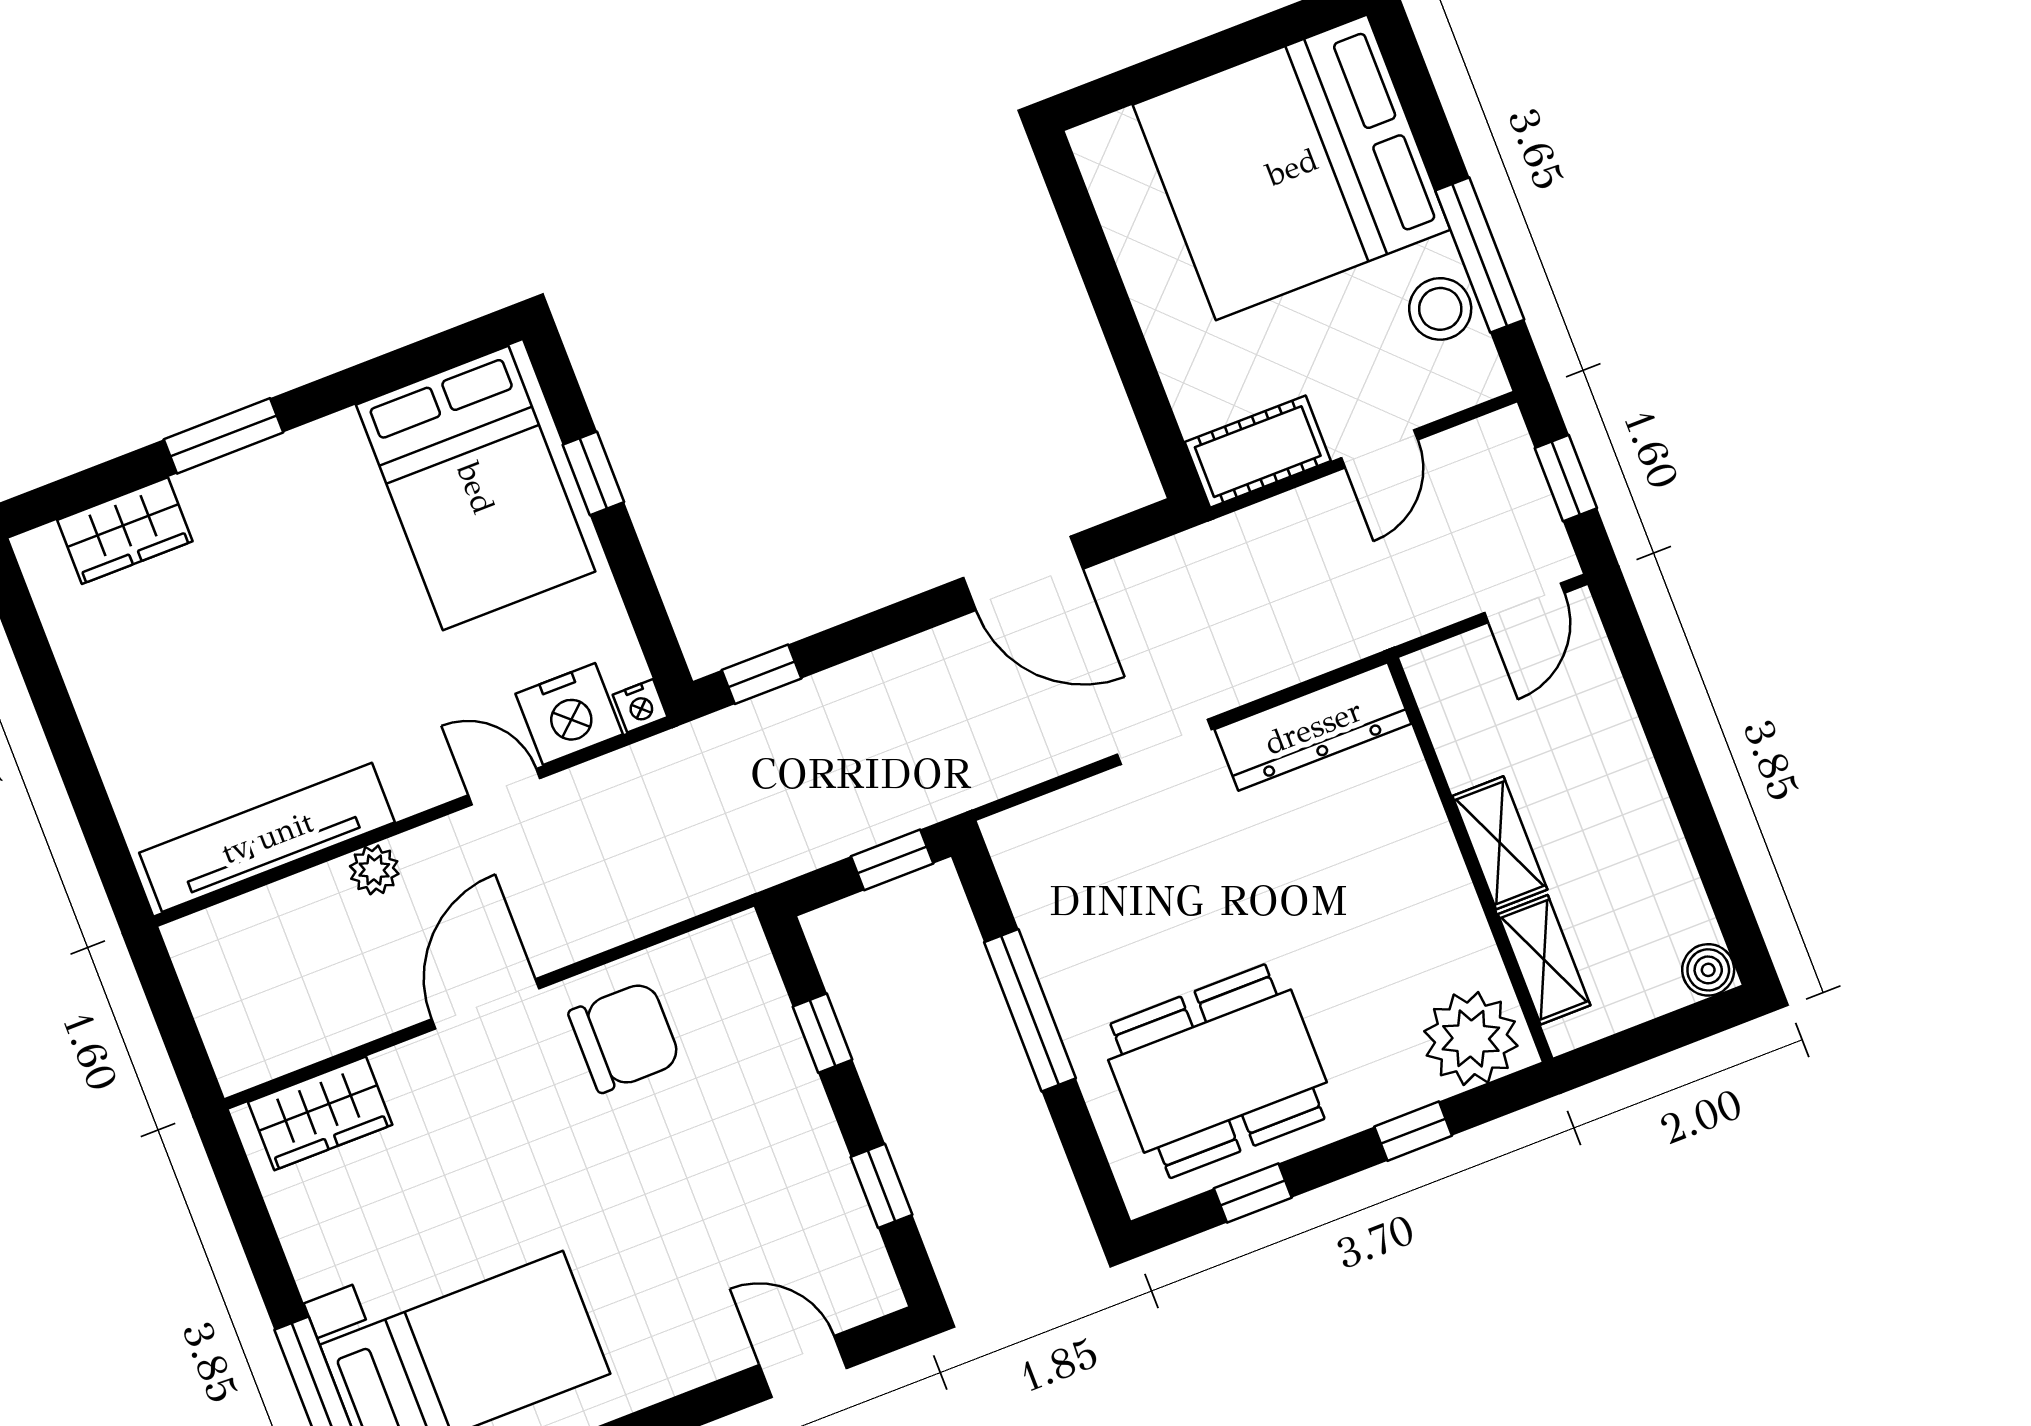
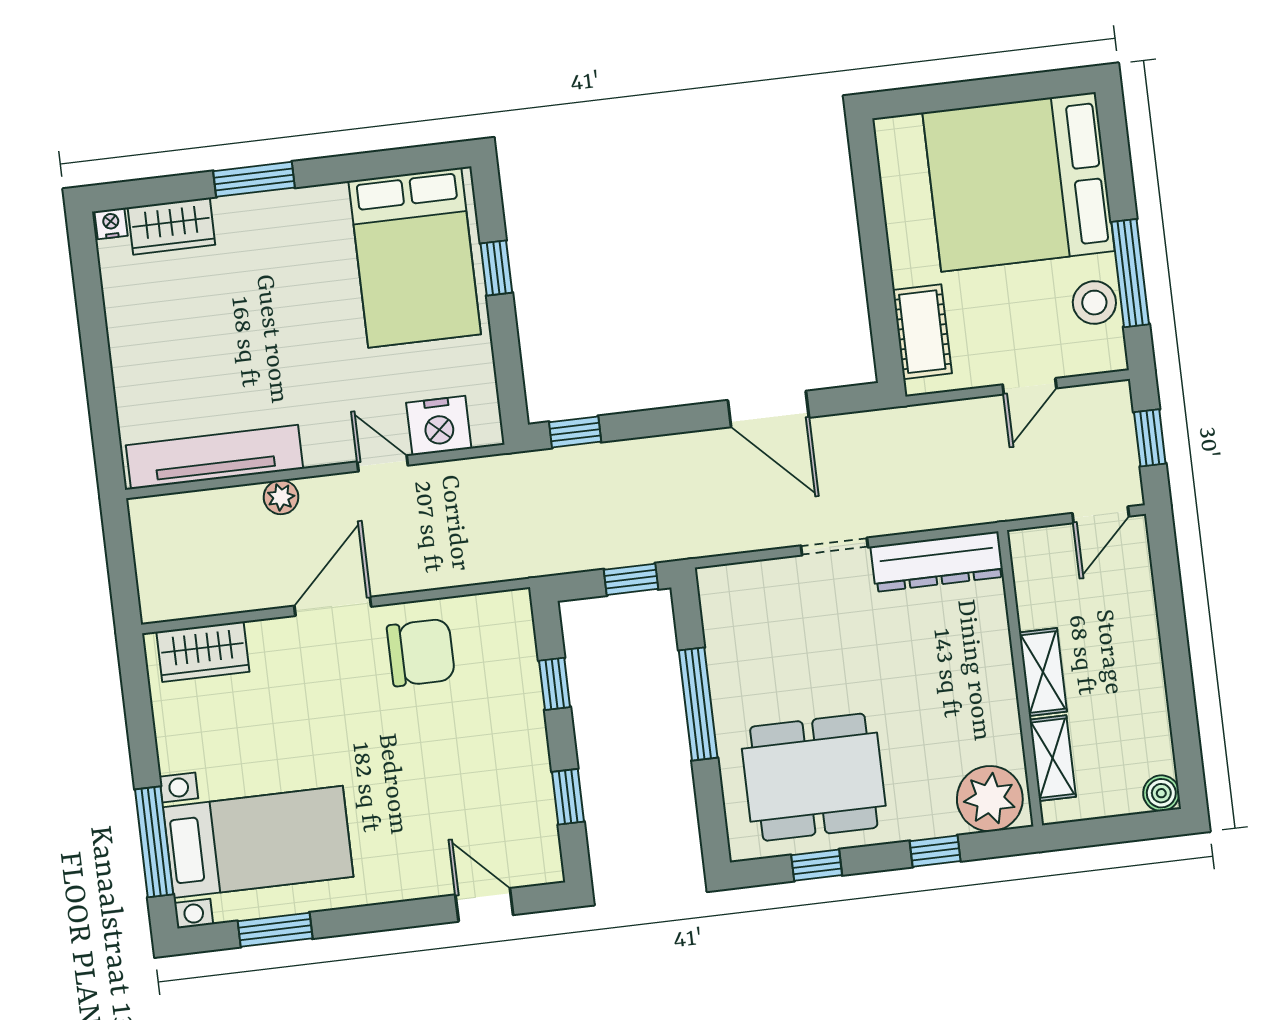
cot: (1258, 452) -> (922, 332), moved, turned 90
nightstand: (640, 706) -> (111, 223), moved, turned 180

